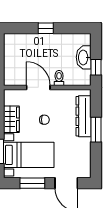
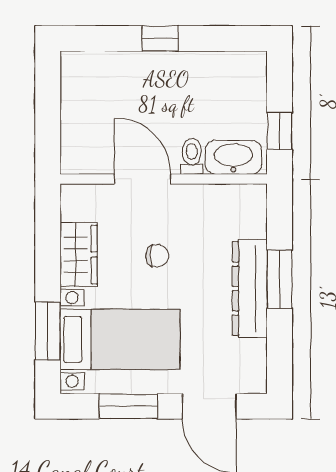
washbasin: (84, 57) -> (233, 157), moved, turned 90
dresser: (83, 116) -> (250, 289), moved

